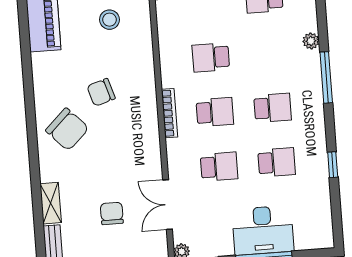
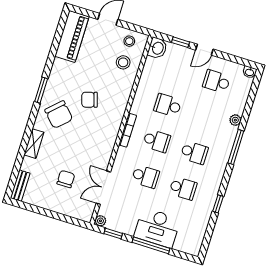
stool: (109, 20) -> (123, 62), moved
window: (30, 105) -> (41, 90), added
shelving: (51, 203) -> (34, 144), moved

